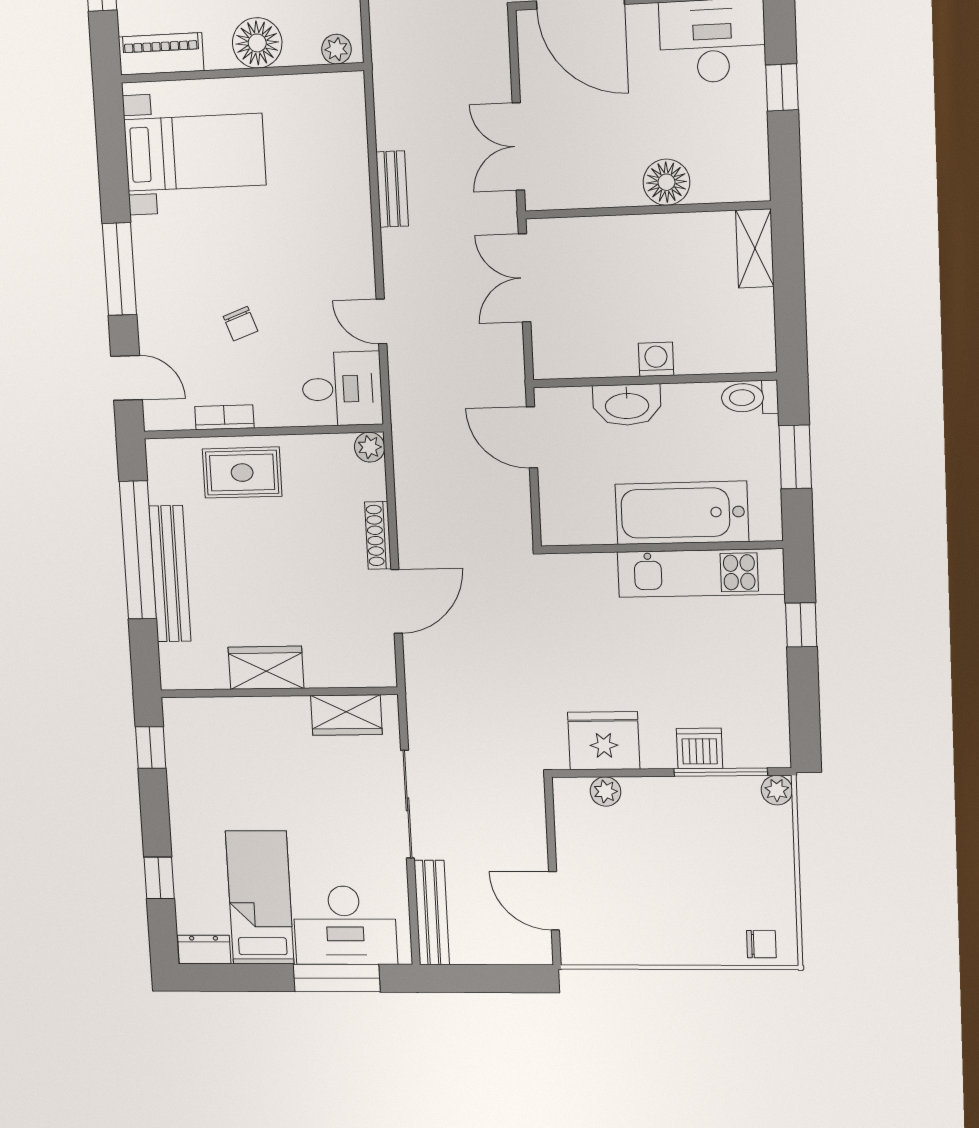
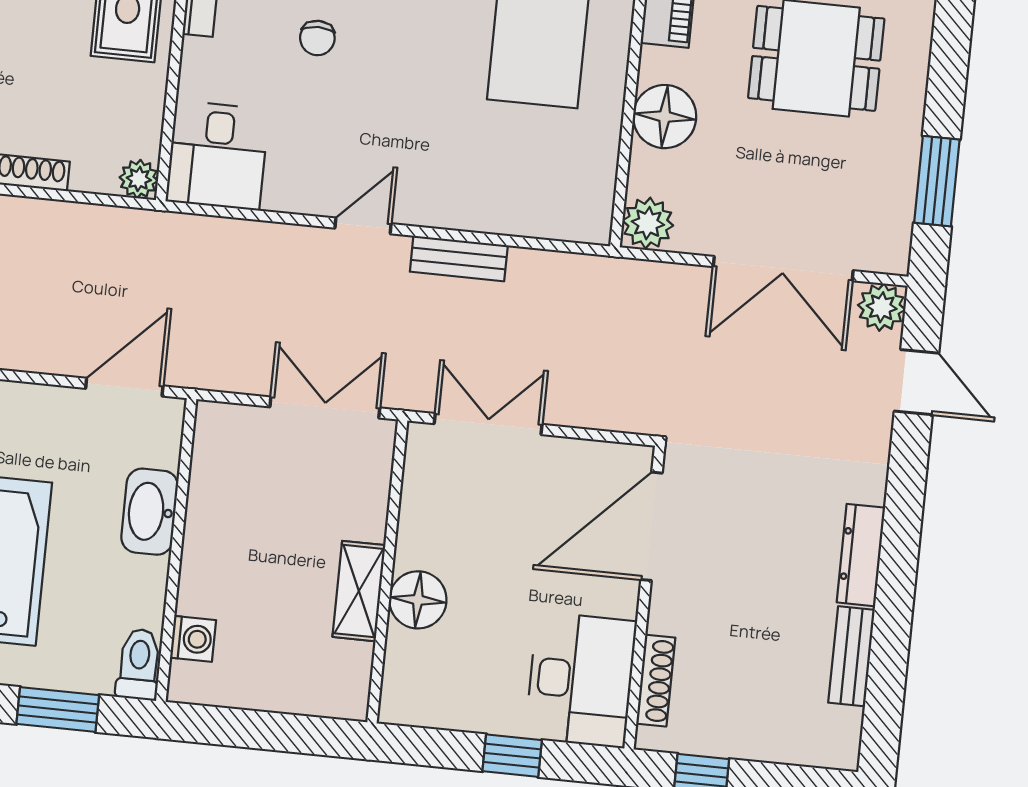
plant: (336, 49) -> (648, 223), width x1.38, depth x1.38
shelving: (755, 248) -> (359, 591), moved, turned 90
door: (381, 321) -> (363, 226), moved
chair: (241, 324) -> (317, 38), turned -70
washing machine: (656, 359) -> (193, 639), moved

